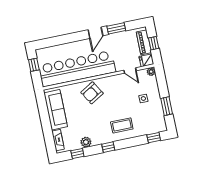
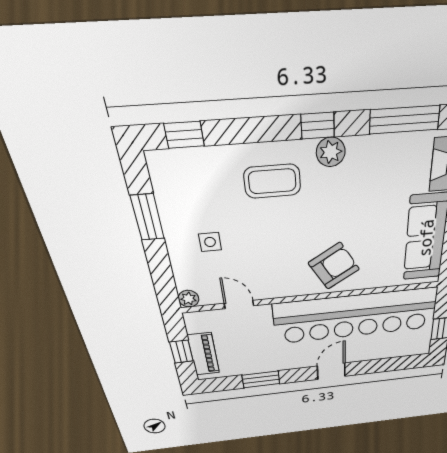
door: (95, 33) -> (331, 371), moved
fridge: (146, 60) -> (199, 321), removed
plant: (86, 142) -> (331, 152), moved
window: (77, 153) -> (405, 120), width x2.17

